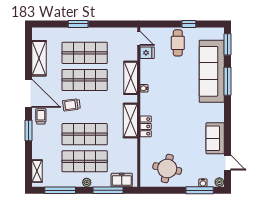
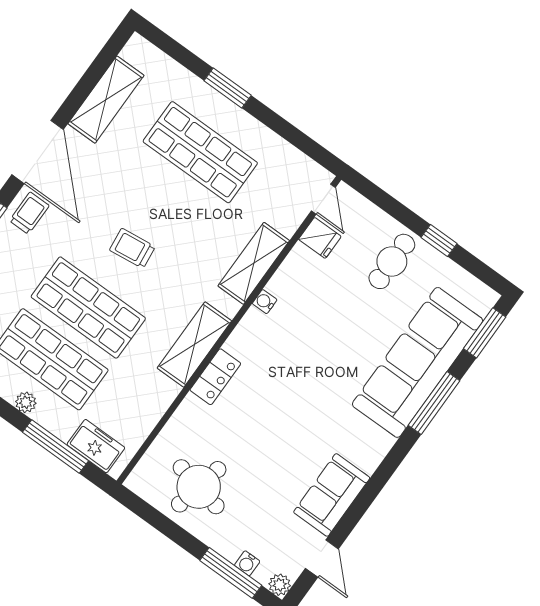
shop shelf: (85, 80) -> (163, 204), removed
trolley: (71, 105) -> (132, 248), moved

